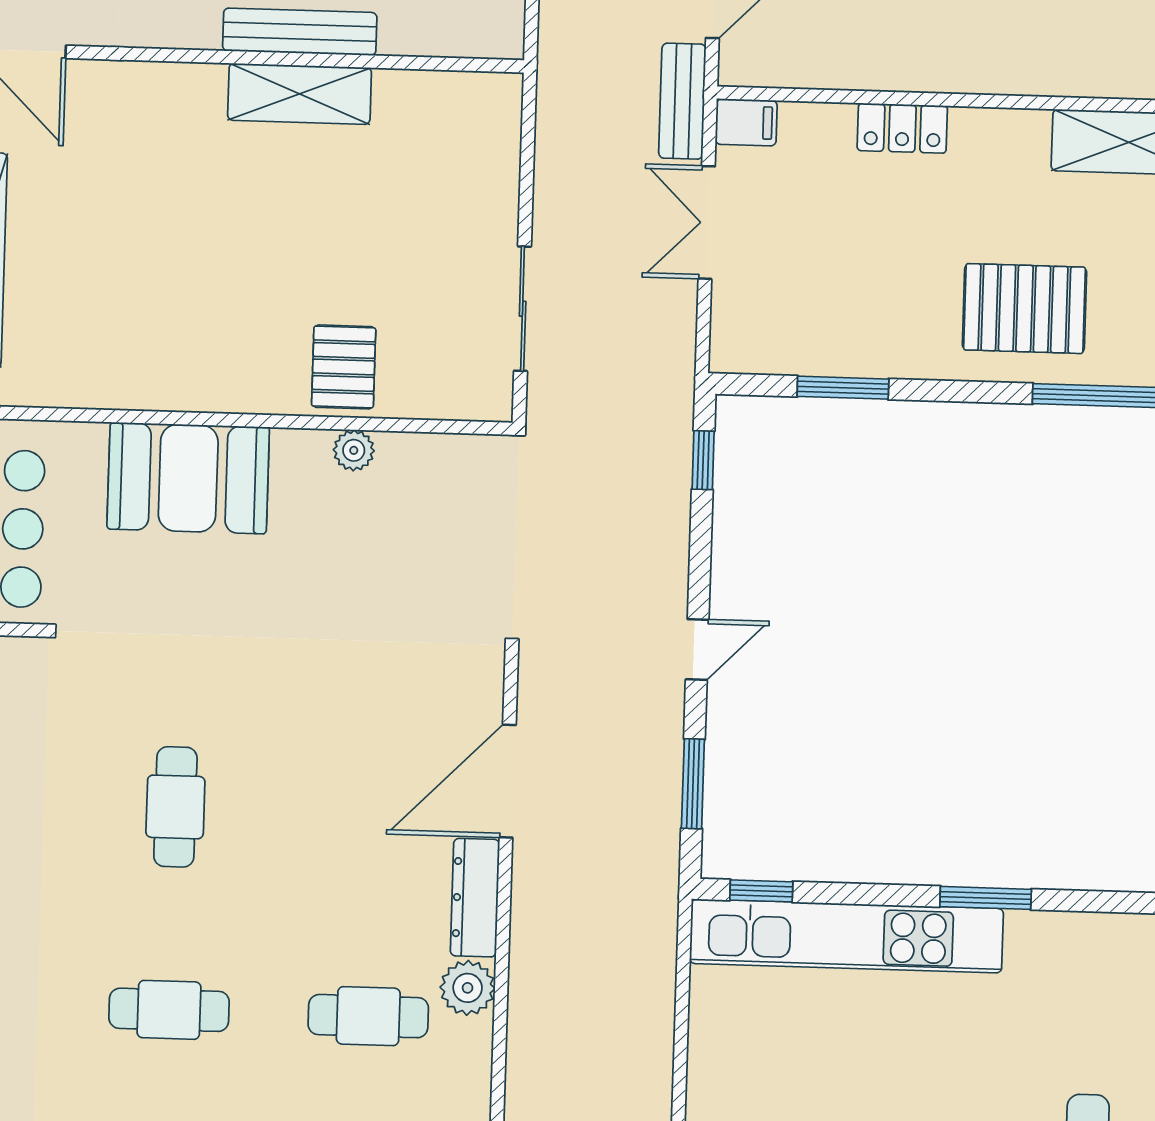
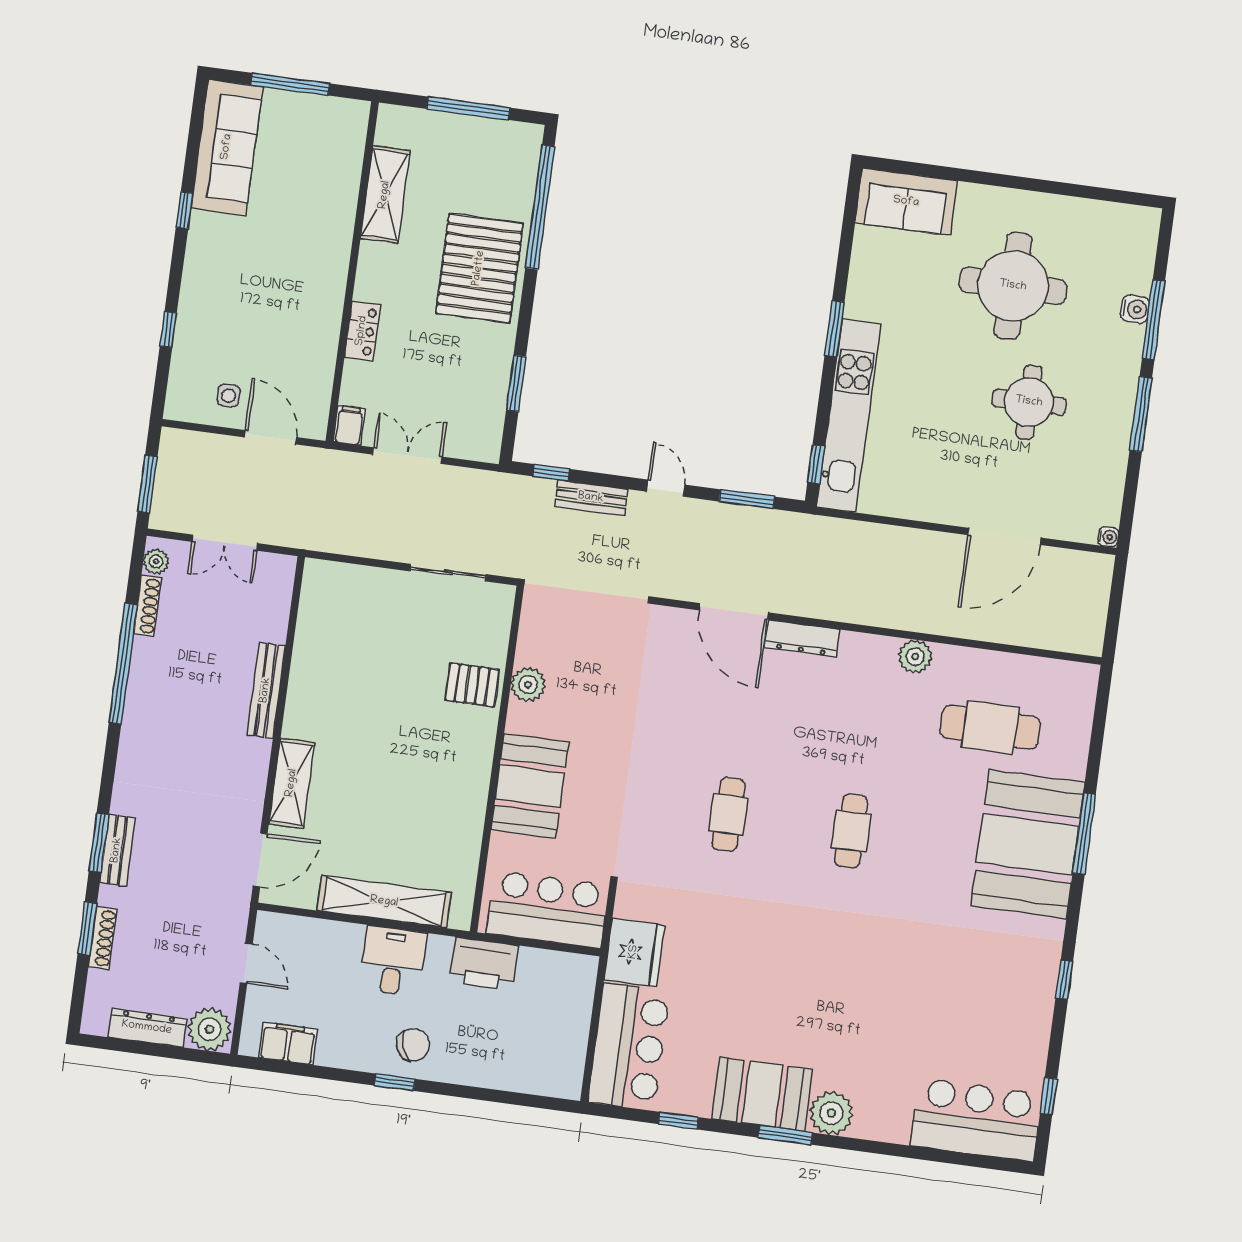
shelving: (300, 94) -> (292, 783), moved
bench: (682, 101) -> (591, 498), moved
double door: (707, 222) -> (407, 456), swing flipped
pallet: (1024, 309) -> (479, 268), width x1.37, depth x1.41
plant: (354, 450) -> (528, 685), width x1.38, depth x1.38
cafe table: (175, 807) -> (728, 814), turned 90
plant: (468, 988) -> (915, 657), moved
cafe table: (368, 1016) -> (867, 711), removed

